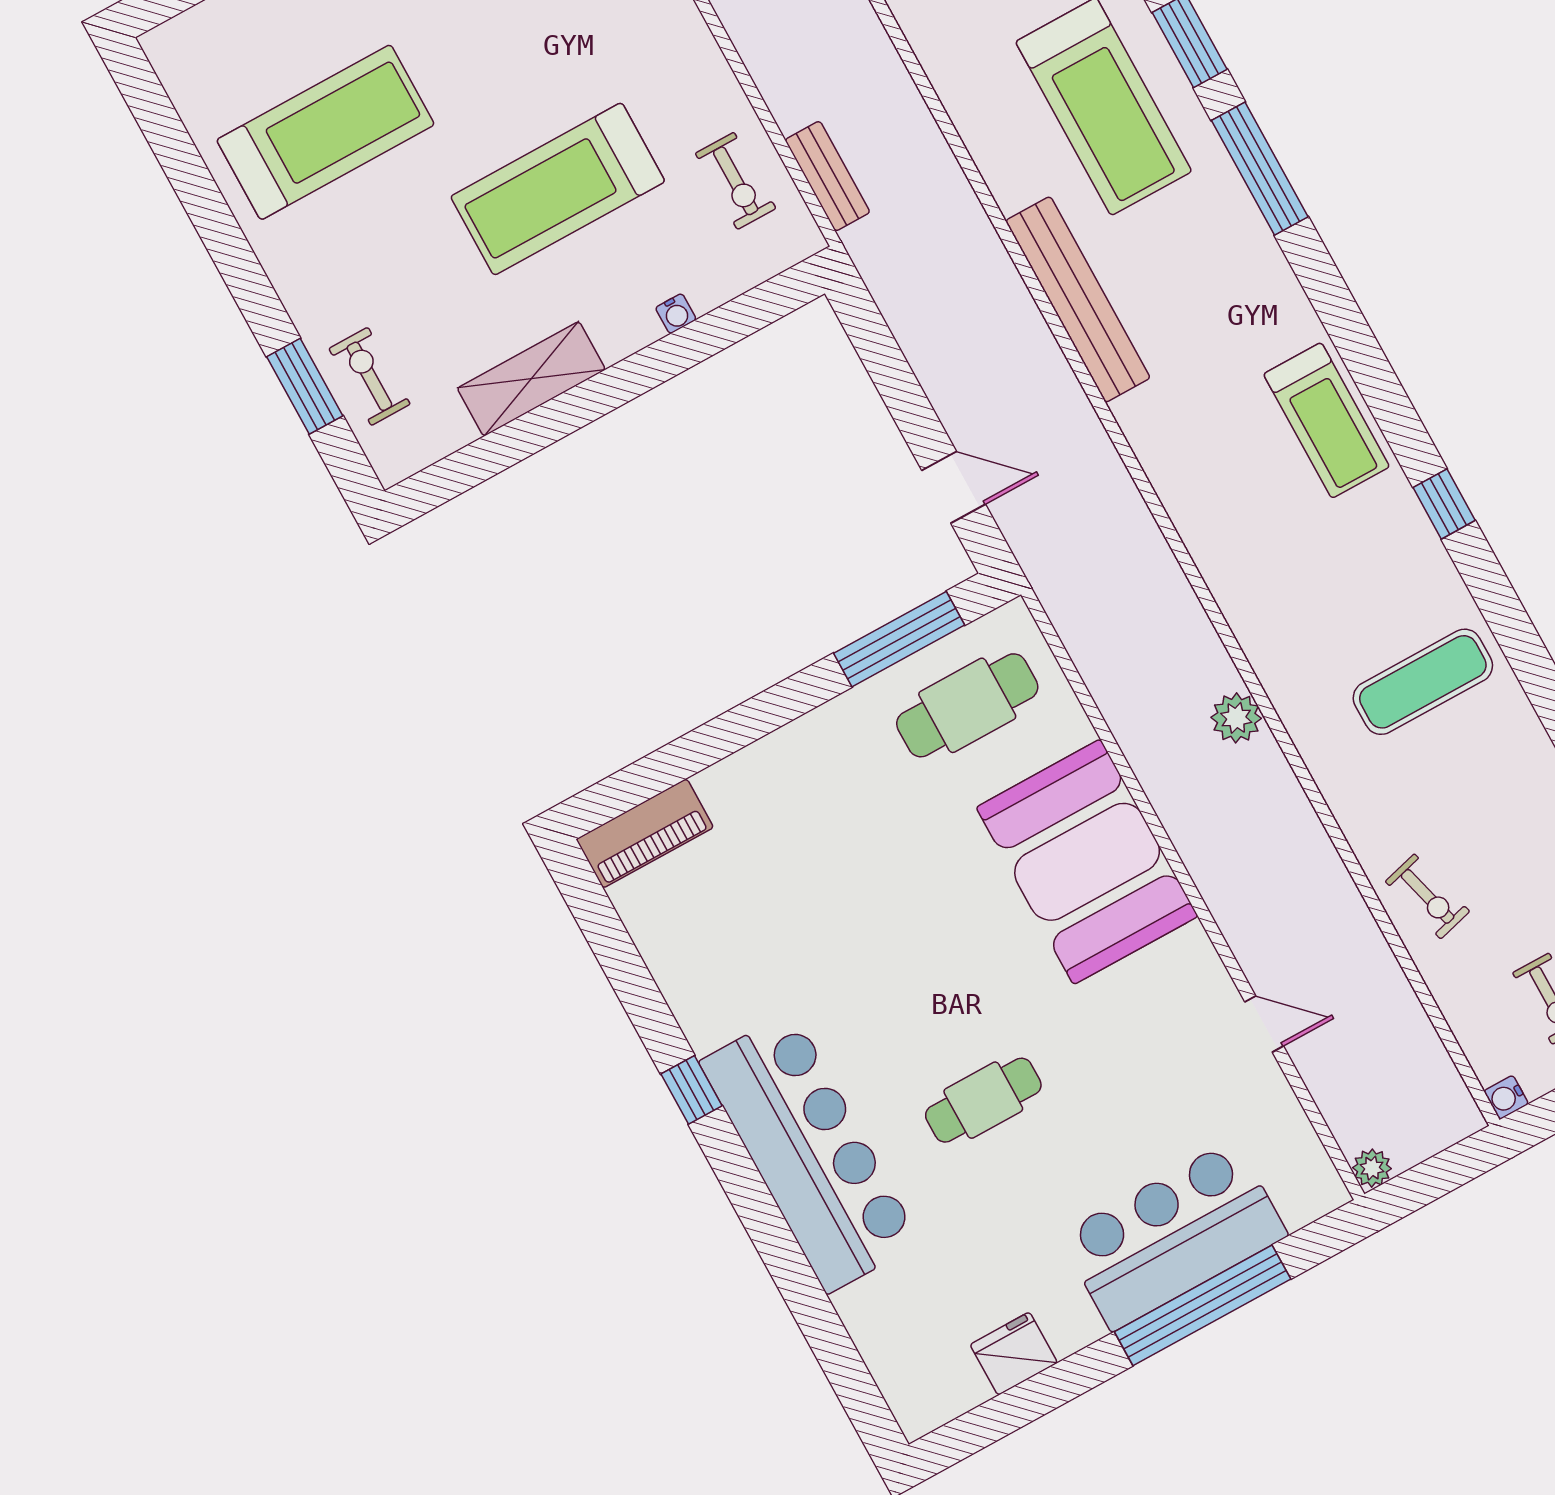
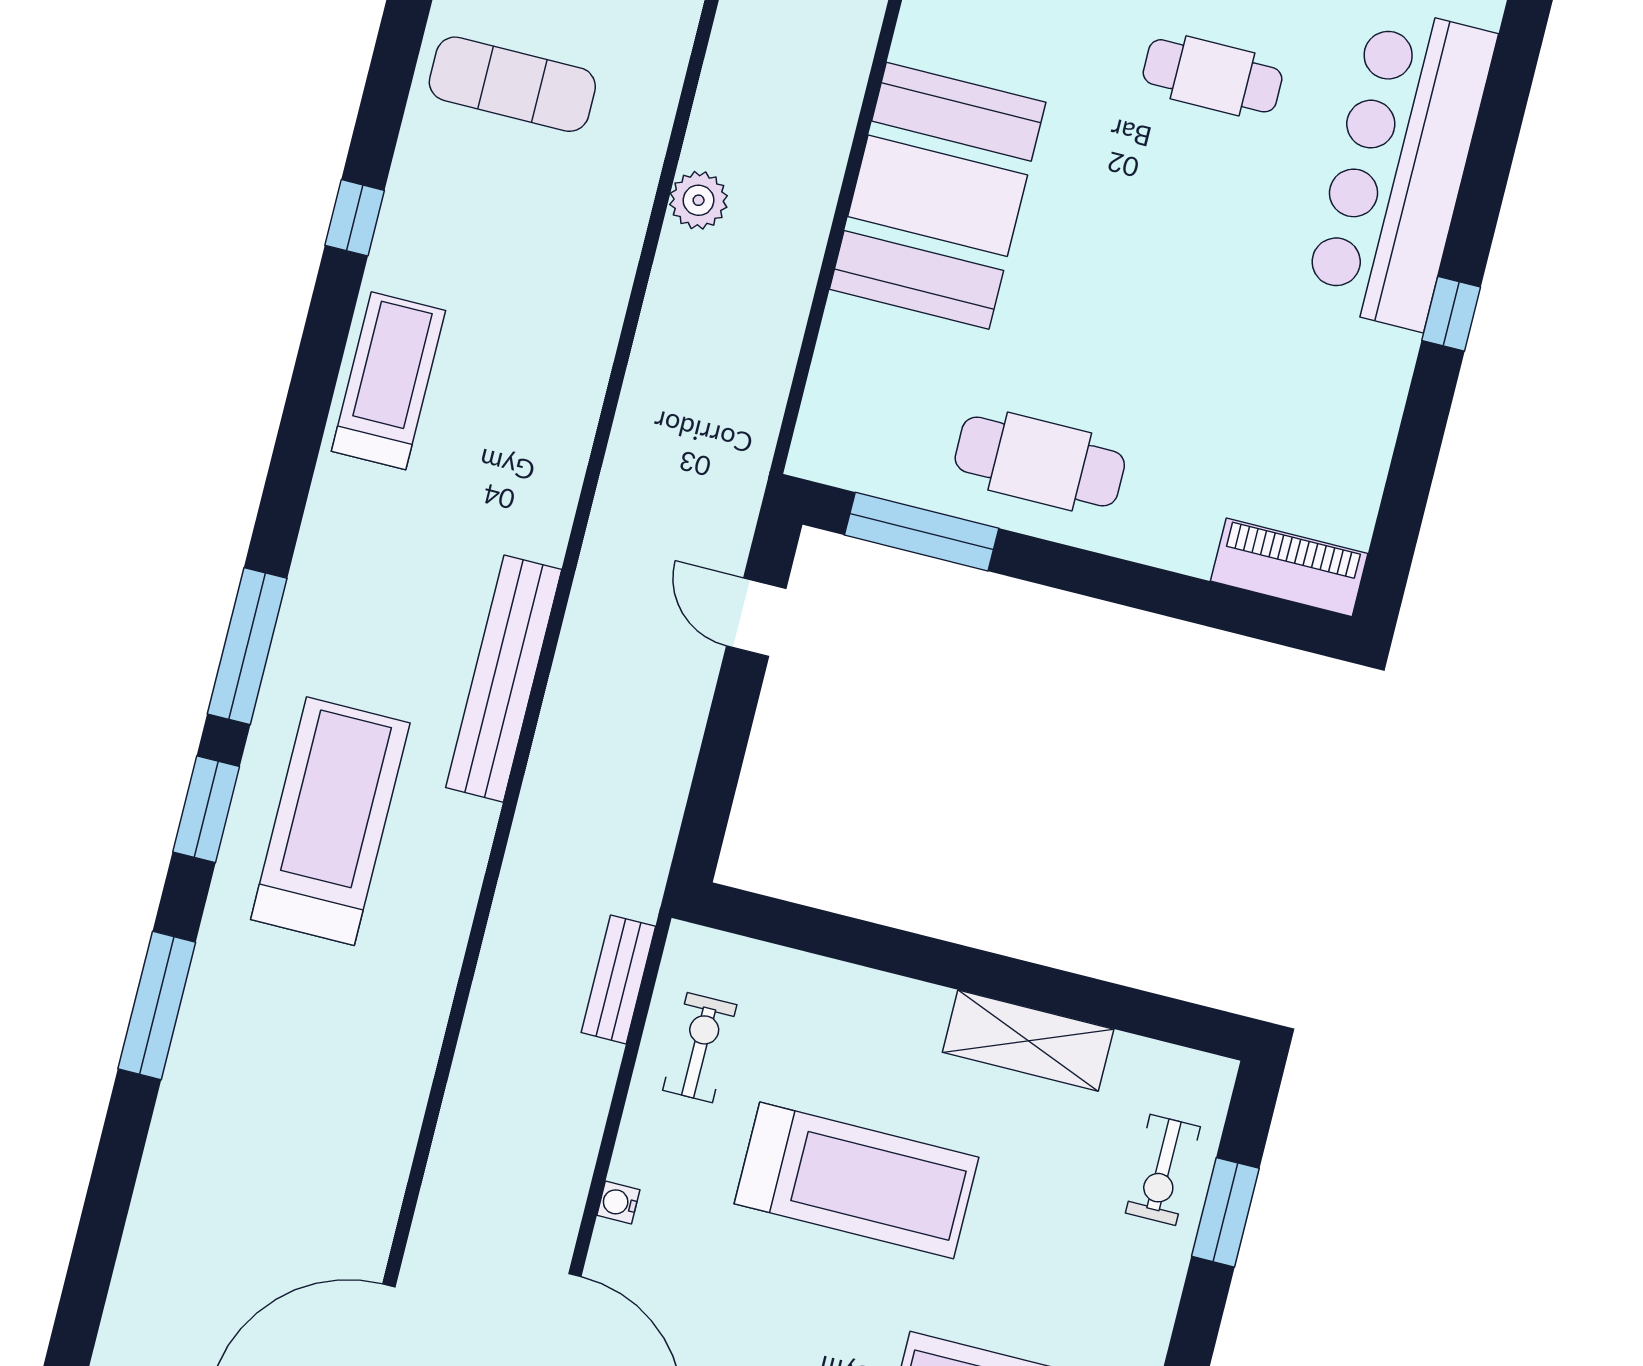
water cooler: (676, 314) -> (618, 1203), moved, turned -90
cafe table: (967, 705) -> (1040, 462), moved

